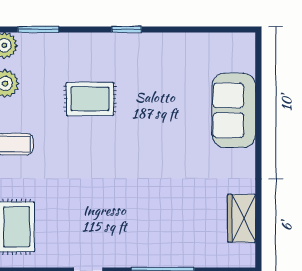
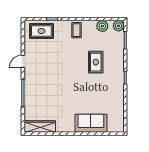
wardrobe: (242, 218) -> (40, 126), width x1.50

